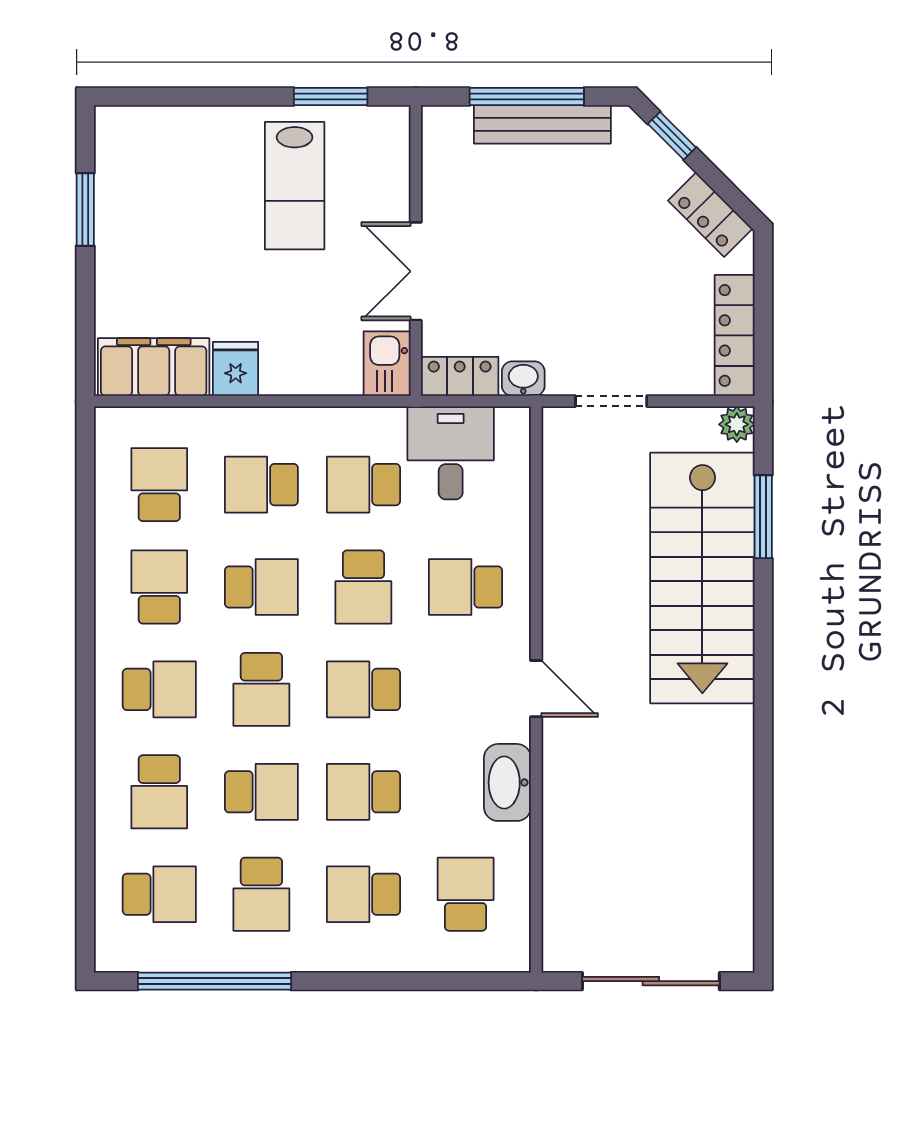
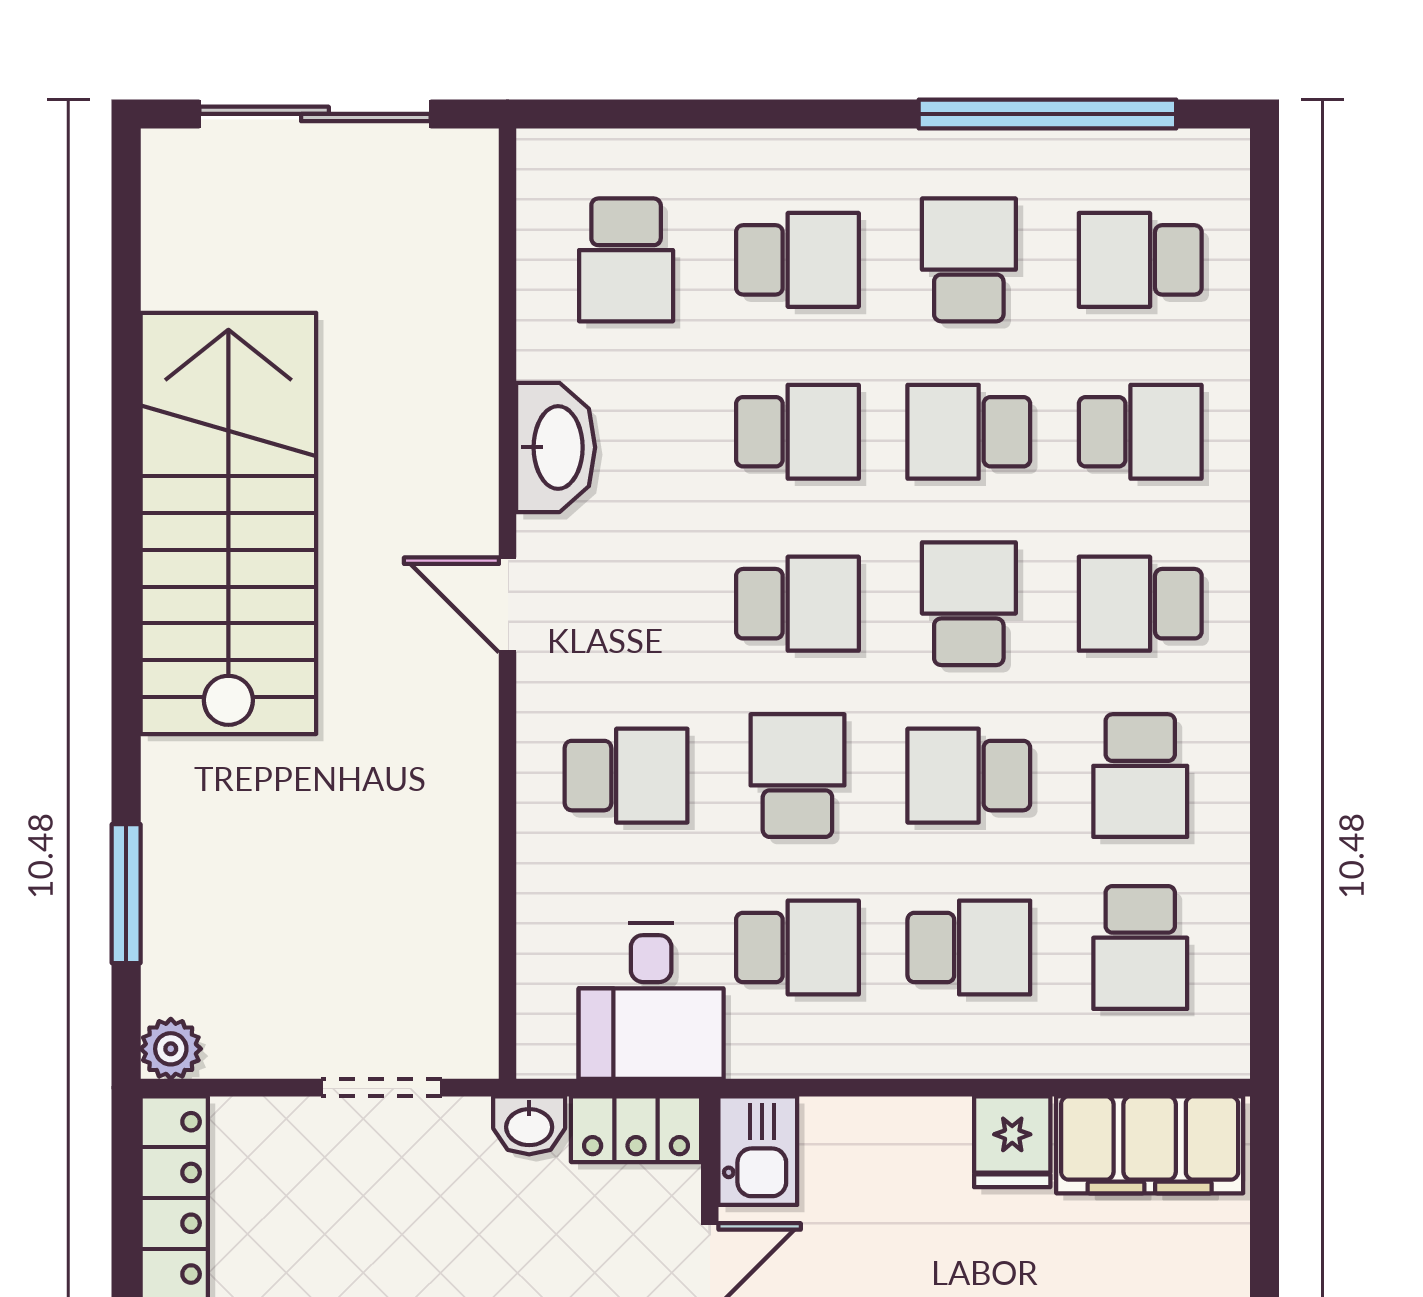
stairs: (702, 578) -> (228, 523), moved
school desk: (159, 792) -> (1140, 432), turned 90

